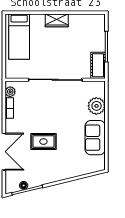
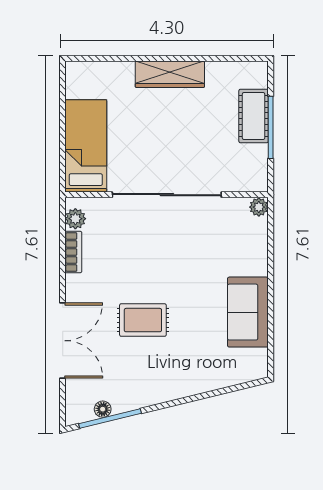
wardrobe: (57, 20) -> (170, 74), width x1.50
bed: (19, 37) -> (86, 146), moved, turned 180
cot: (98, 65) -> (254, 116), moved
plant: (96, 106) -> (259, 207), moved, width x0.53, depth x0.53

